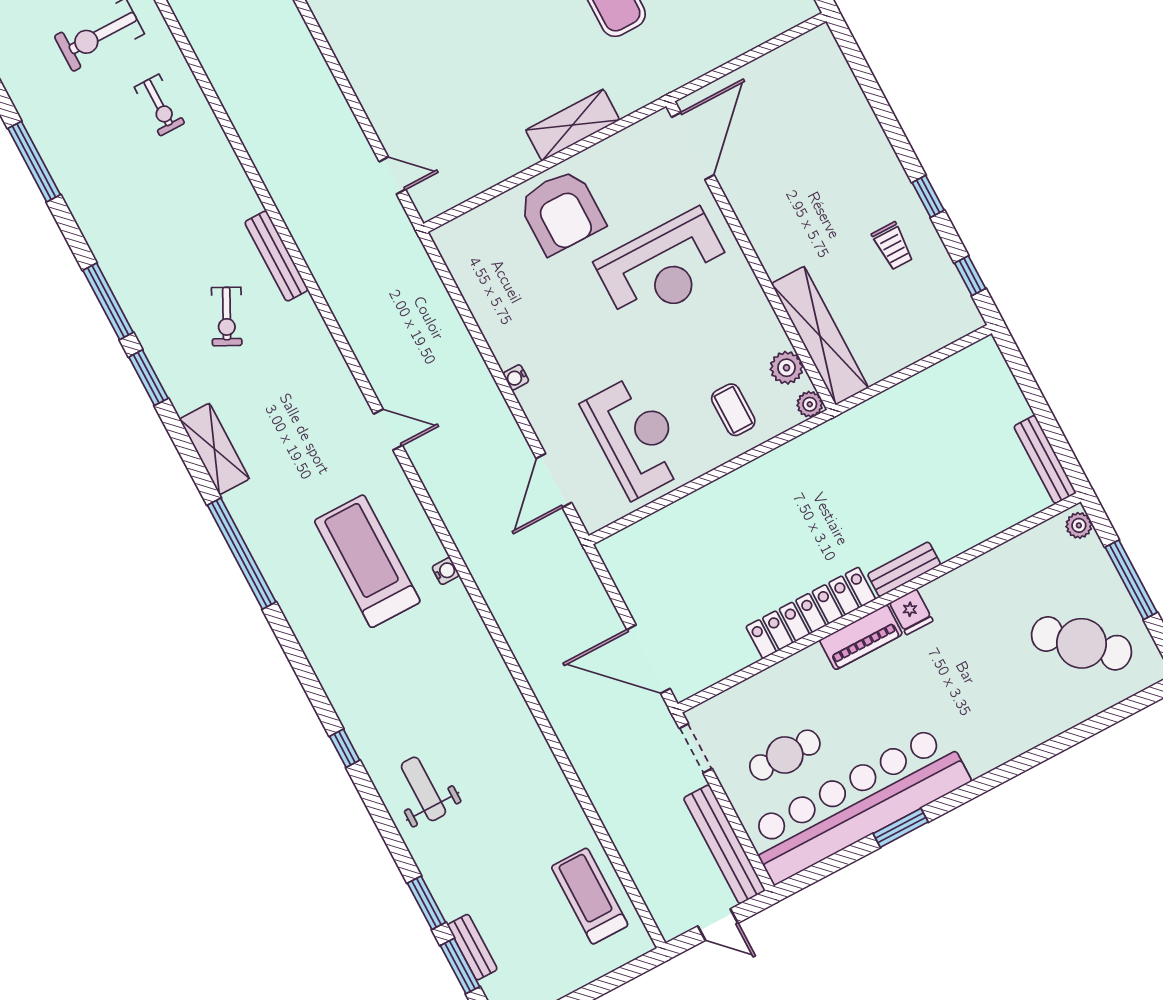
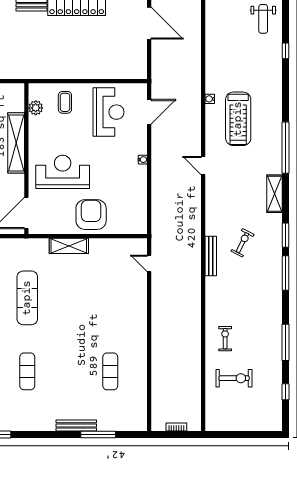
shelving: (820, 336) -> (16, 143), moved
plant: (810, 404) -> (34, 89), removed
reception desk: (636, 437) -> (108, 112), turned 180

